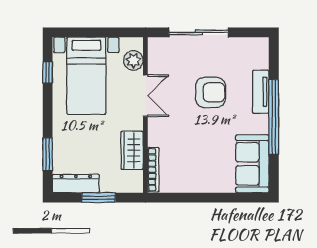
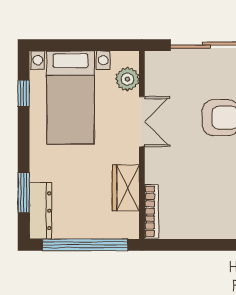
dresser: (76, 184) -> (40, 211), moved, turned 90
window: (99, 198) -> (85, 245), width x2.11

